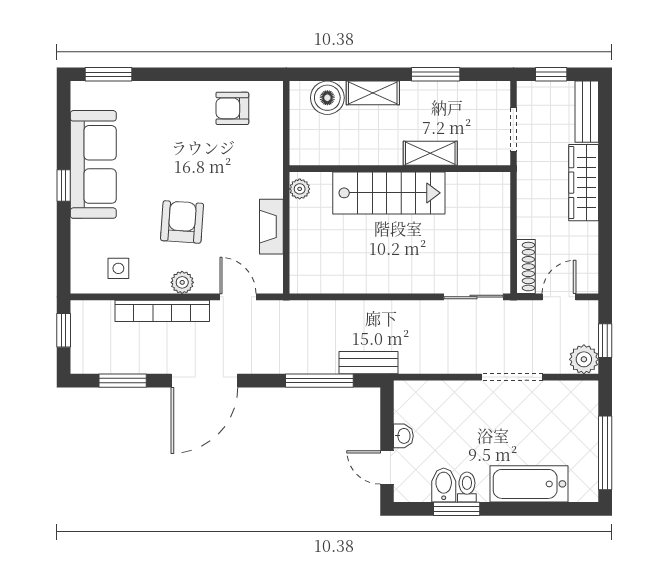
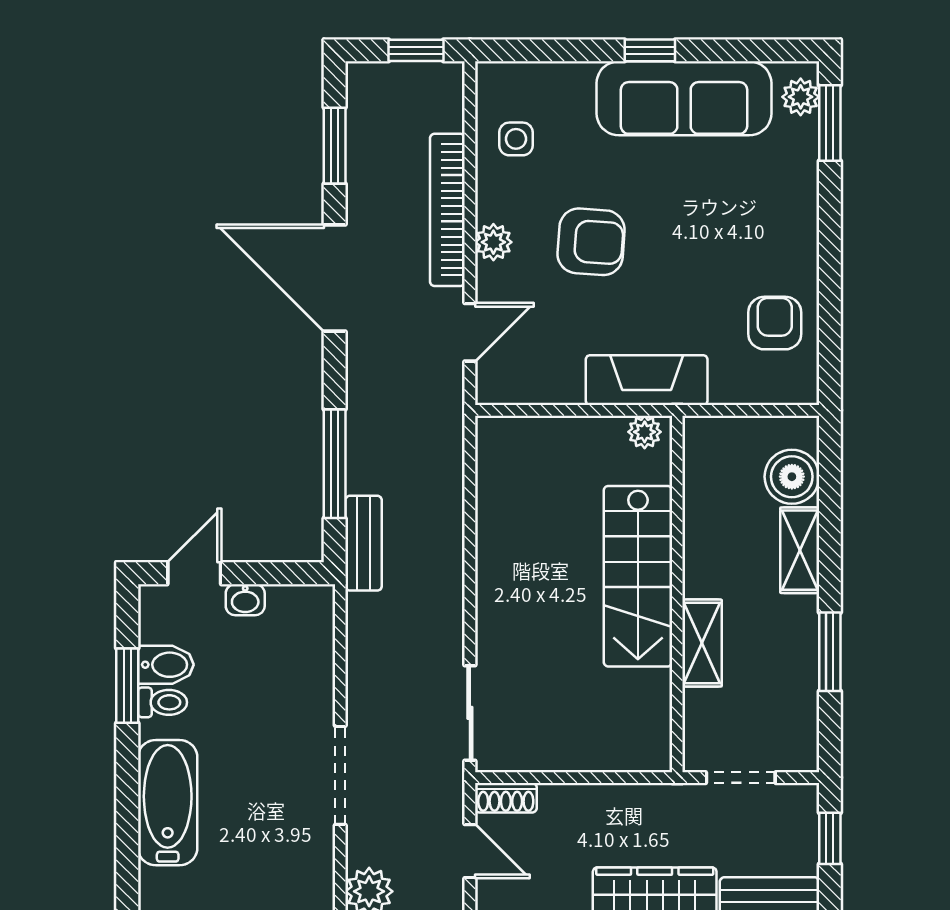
plant: (92, 92) -> (801, 97), added
fireplace: (271, 227) -> (647, 380), moved, width x1.37, depth x1.32
shoe rack: (526, 267) -> (506, 798), width x0.70

